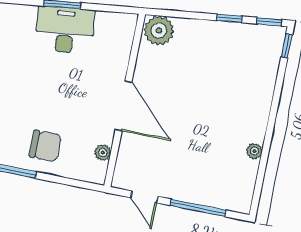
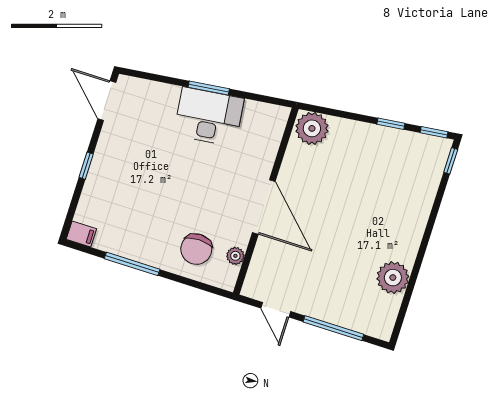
chair: (45, 146) -> (196, 249), moved, turned 91
plant: (254, 151) -> (393, 278), width x1.88, depth x1.88

